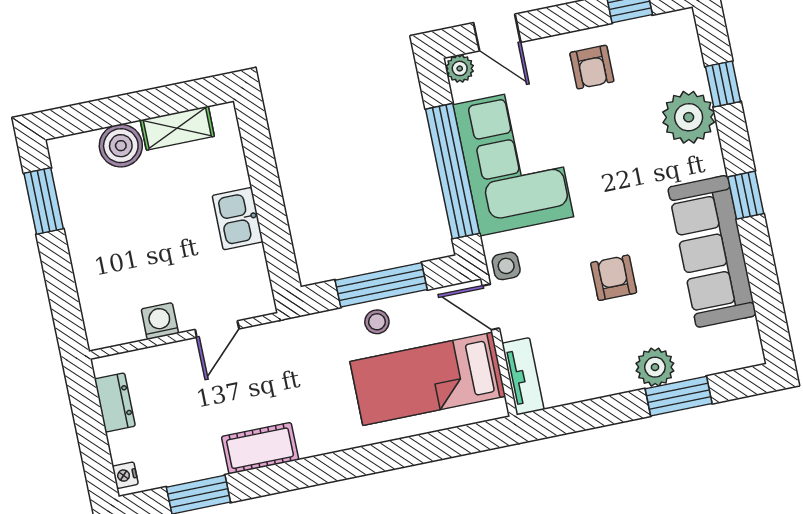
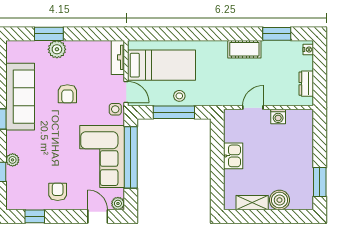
plant: (689, 117) -> (13, 160), width x0.53, depth x0.53

